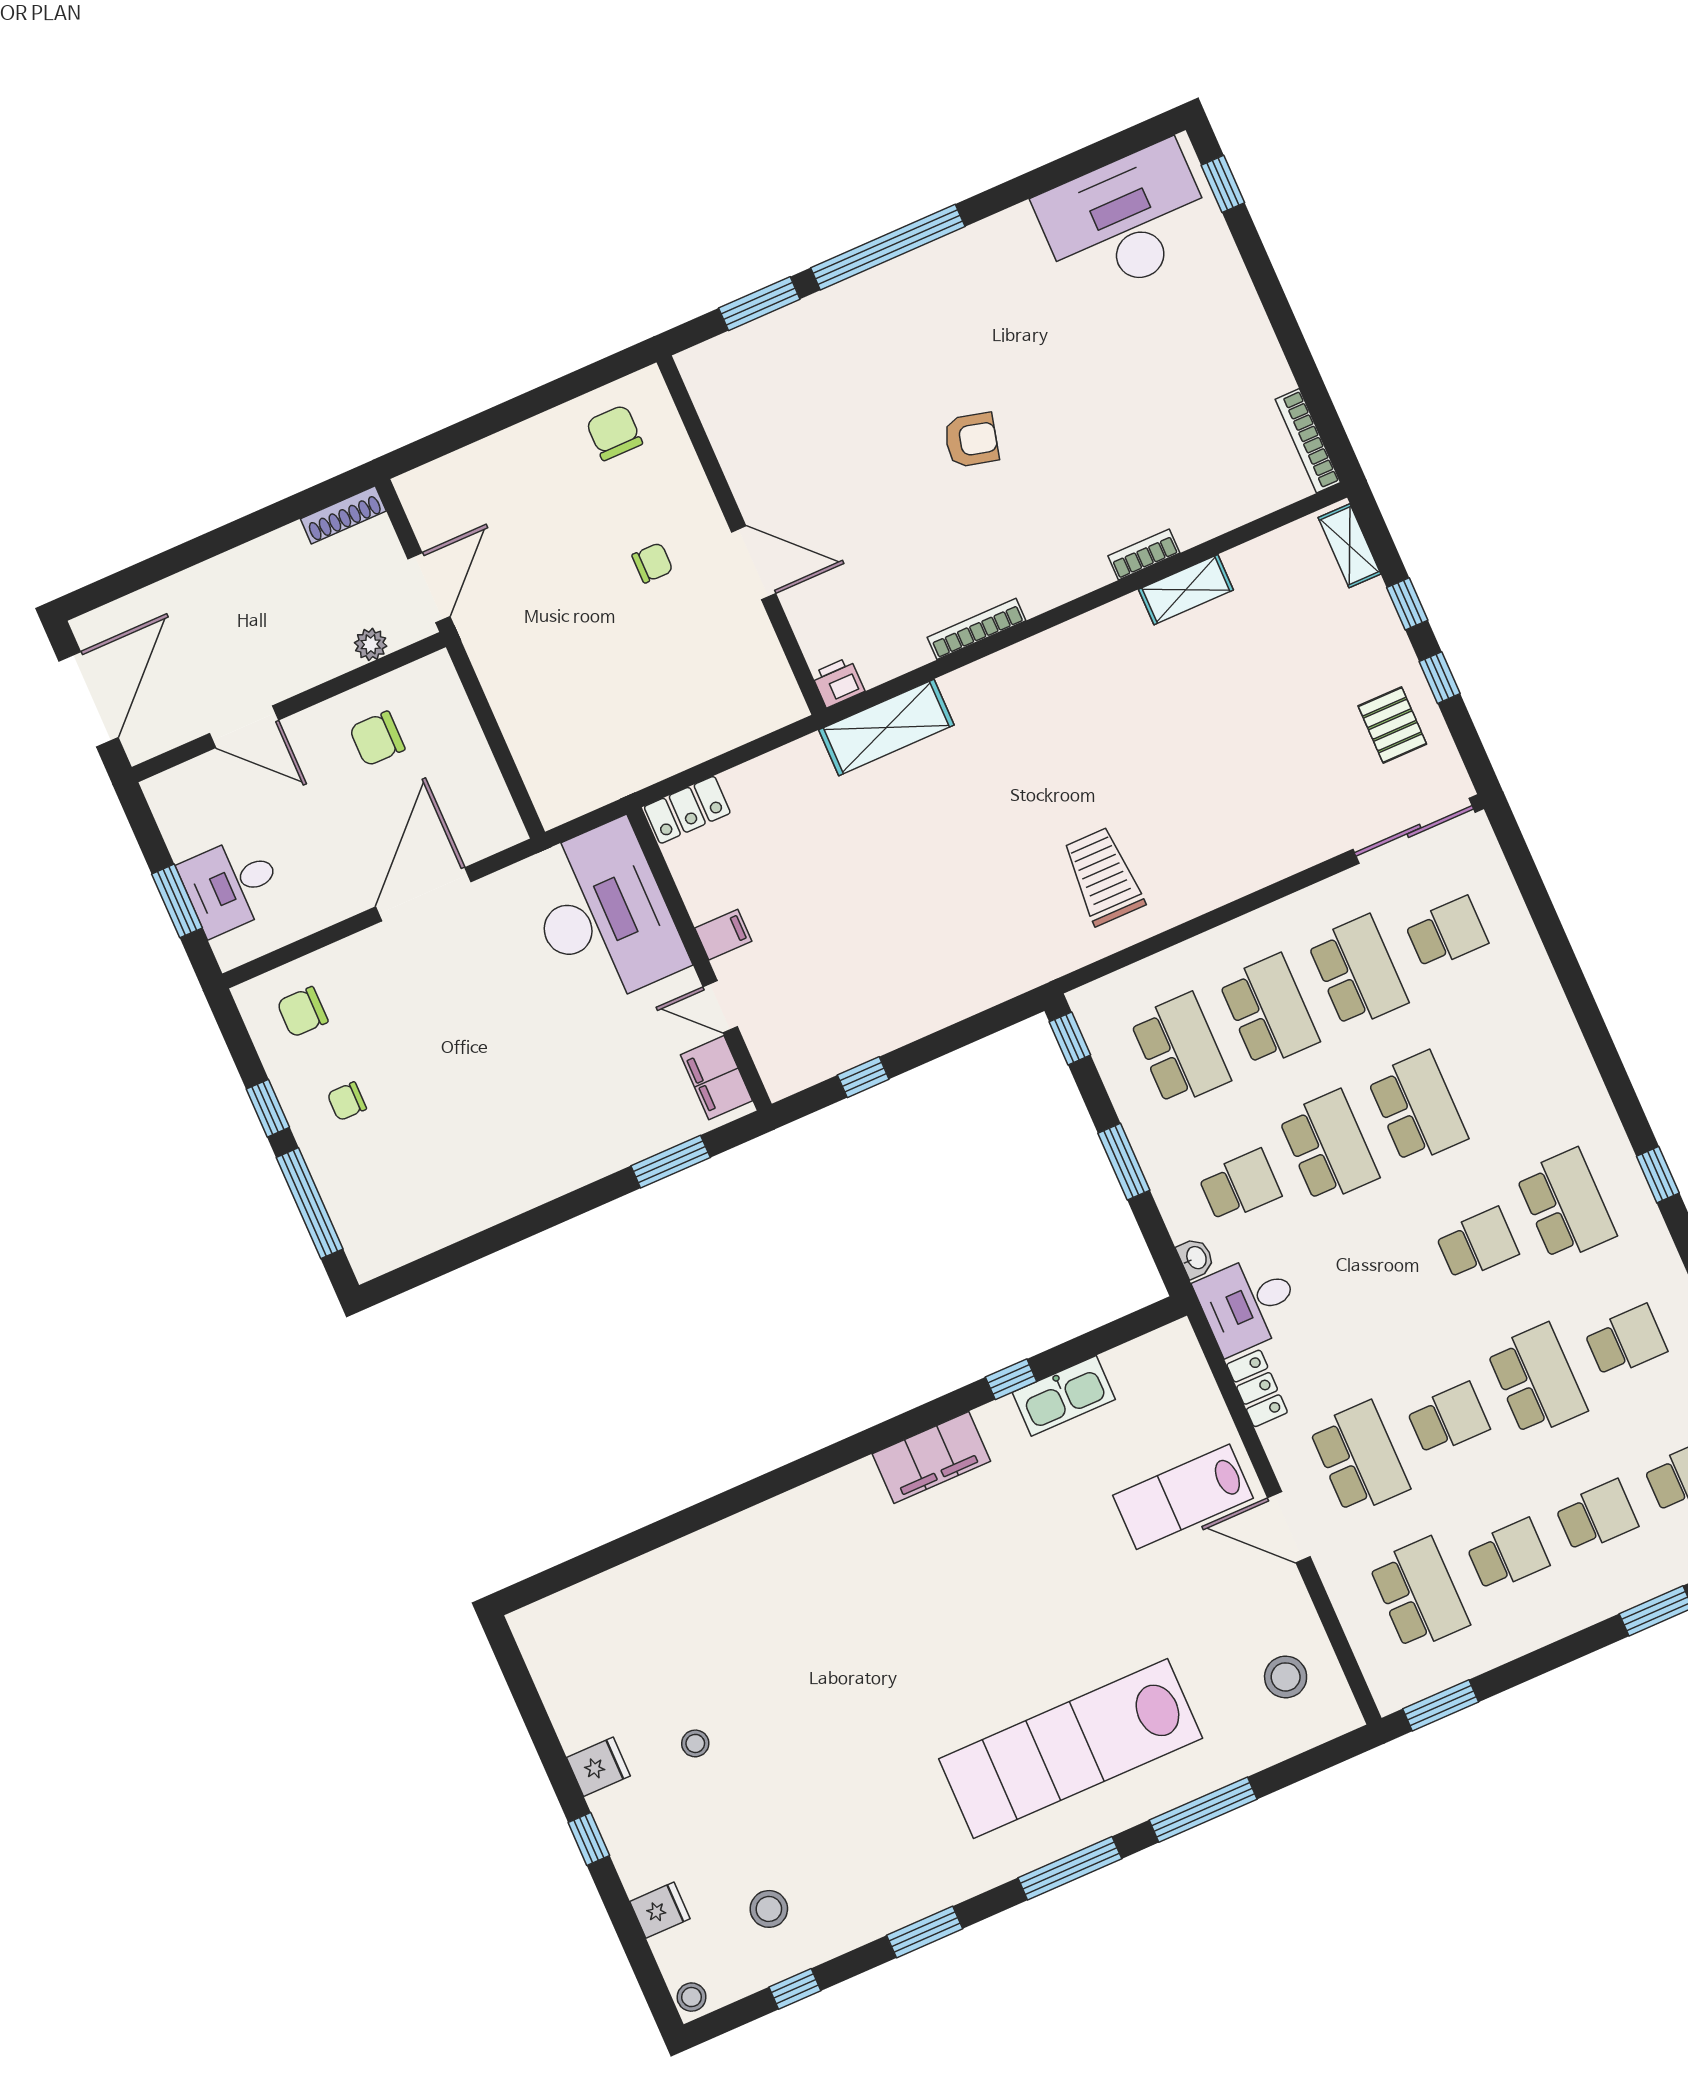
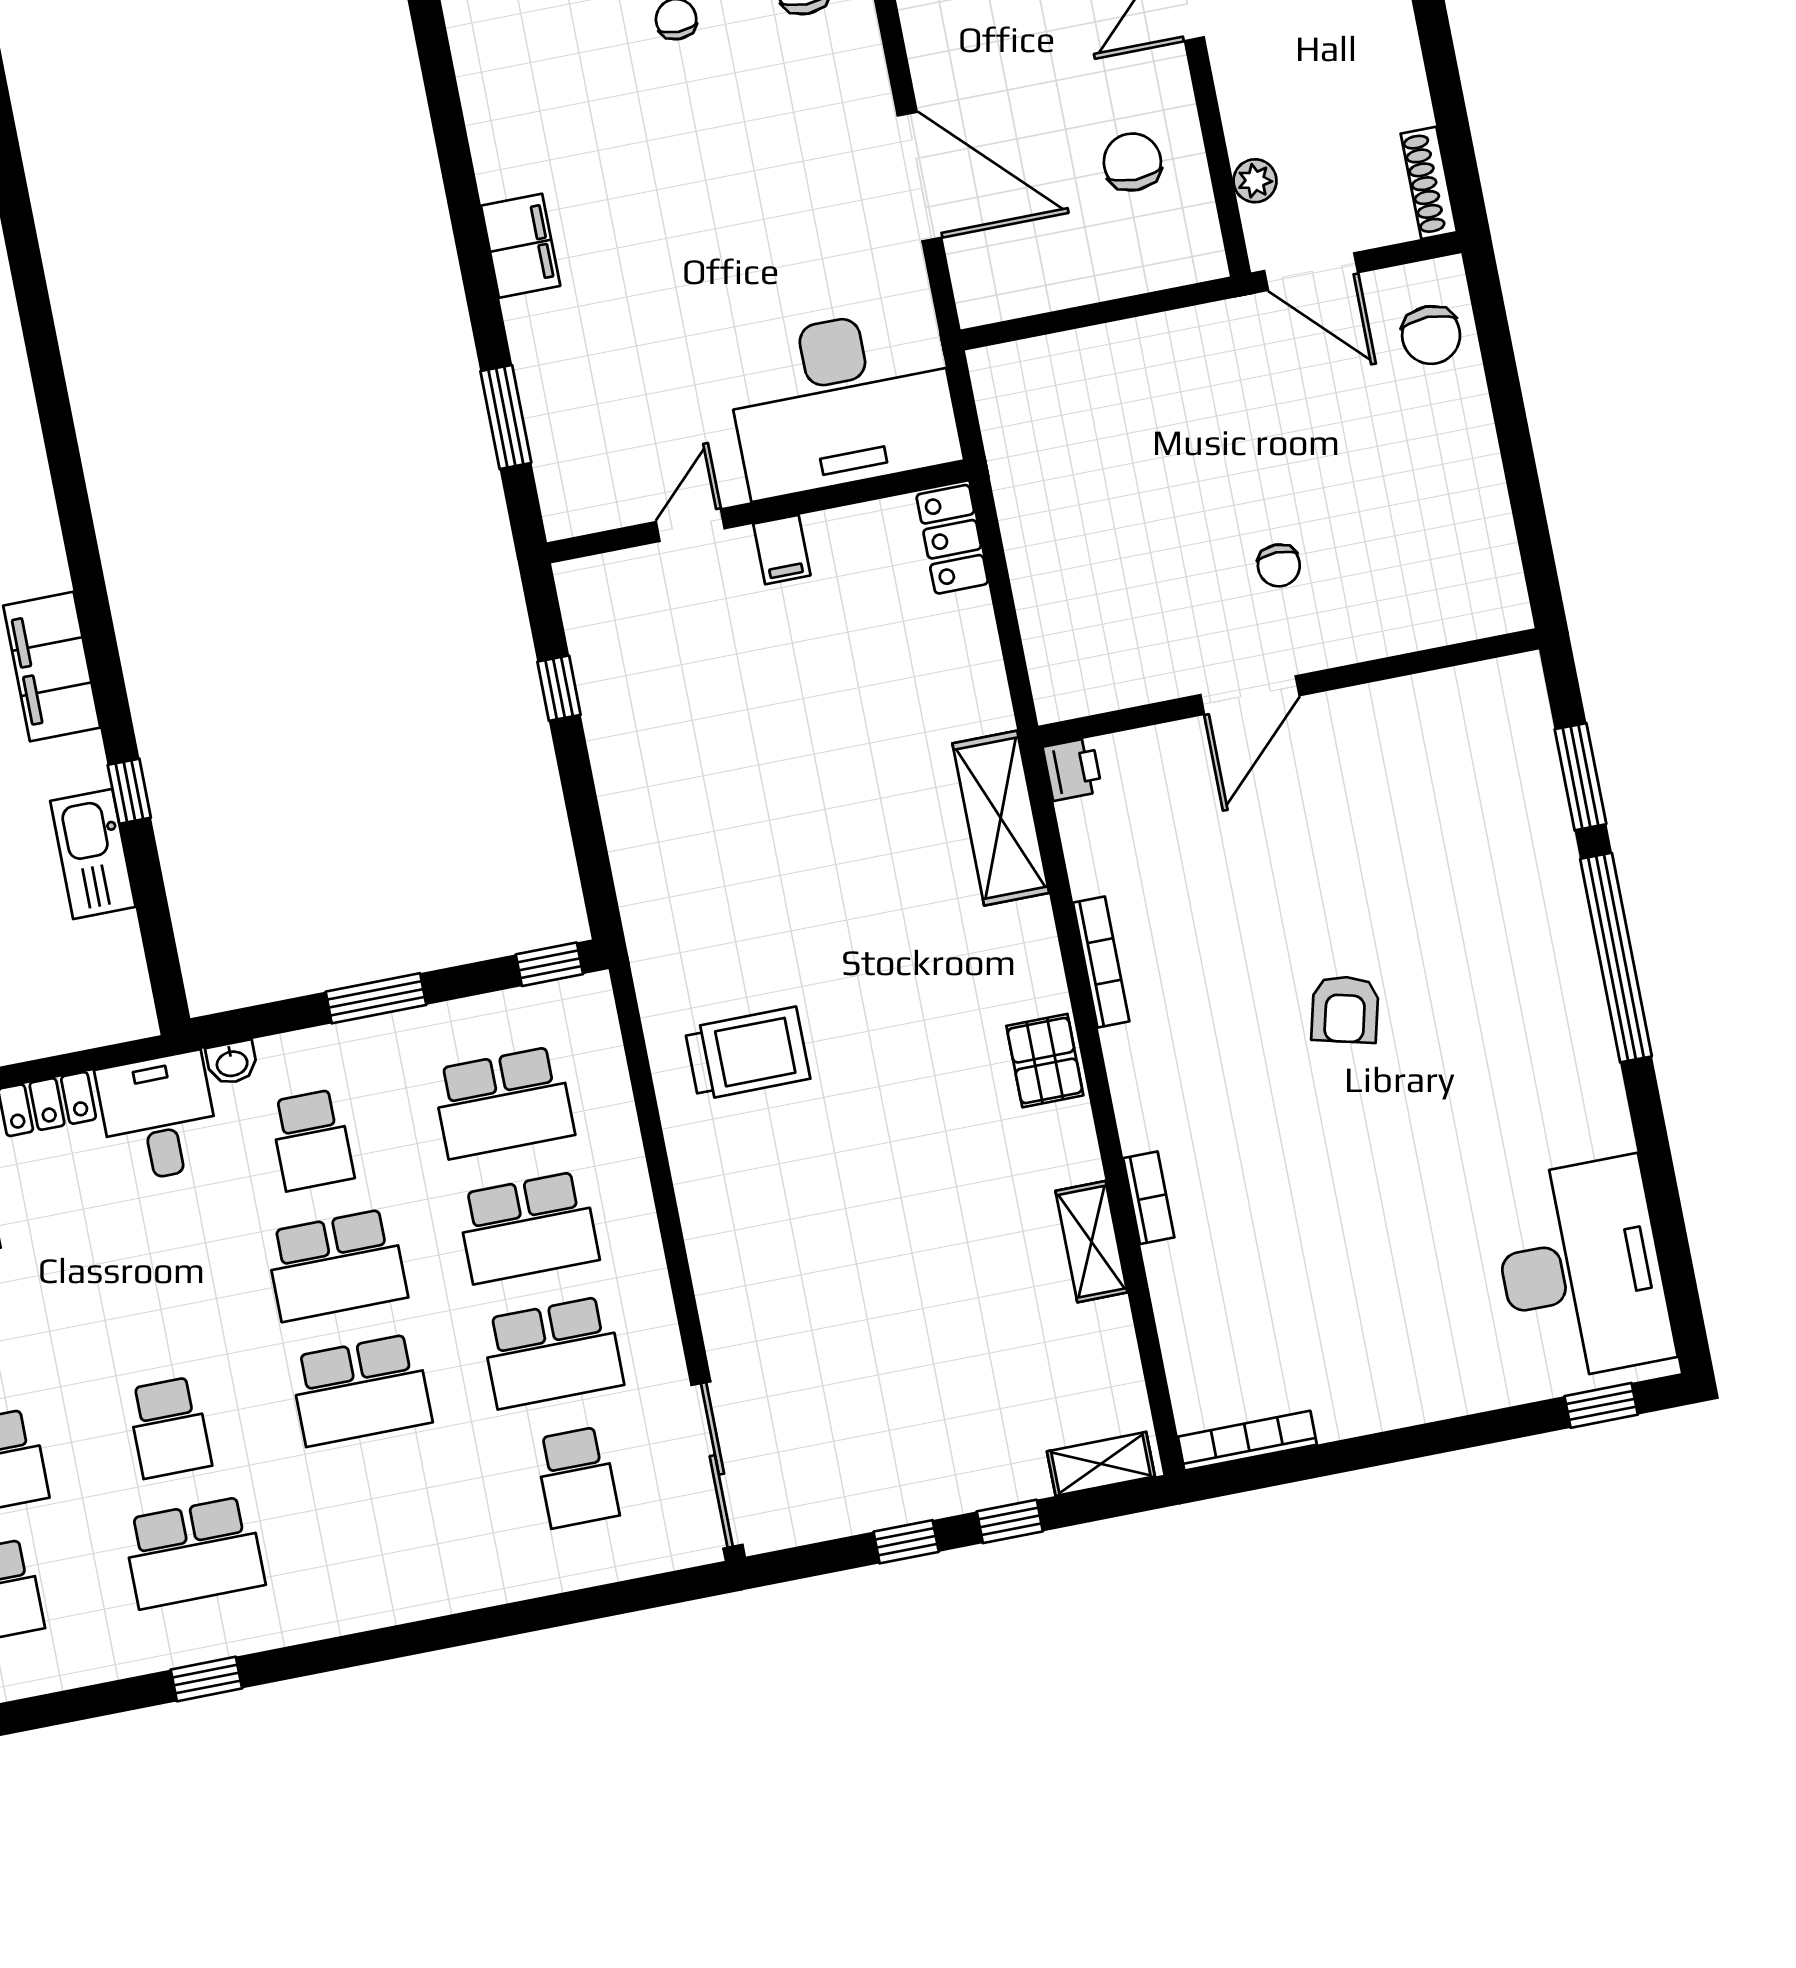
chair: (614, 433) -> (1431, 335), moved, turned 90
pallet: (1392, 725) -> (1045, 1061), moved, turned 90
filing cabinet: (716, 1078) -> (521, 246), moved, turned 90

